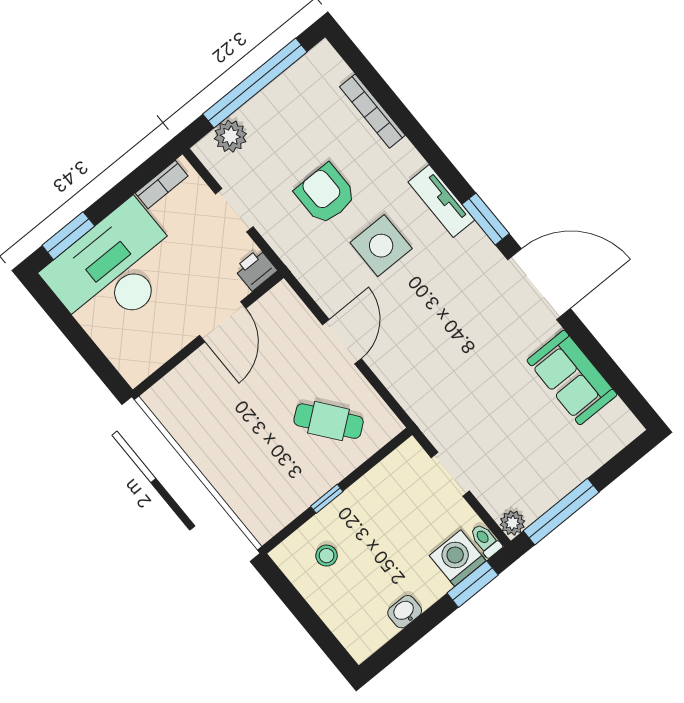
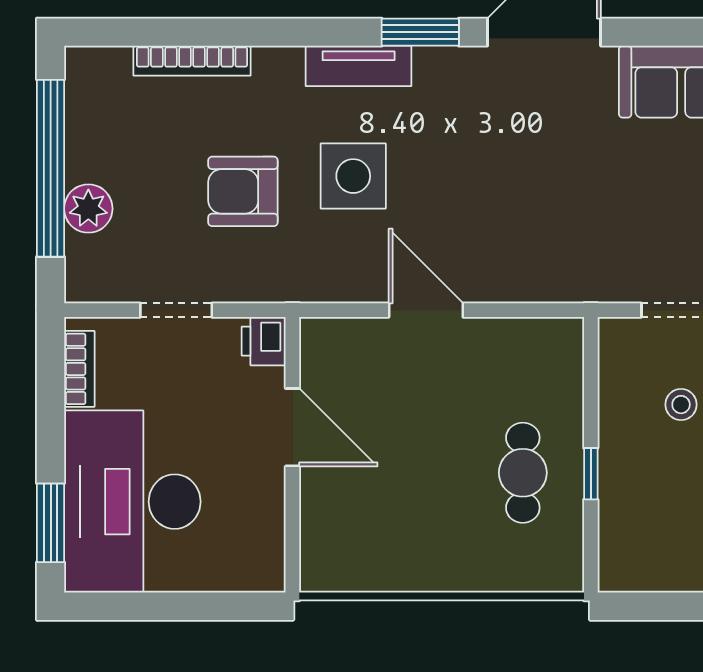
plant: (230, 136) -> (88, 209), moved
cafe table: (329, 421) -> (523, 473), moved, turned -52
stool: (327, 556) -> (681, 405), moved

